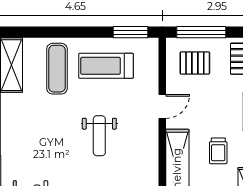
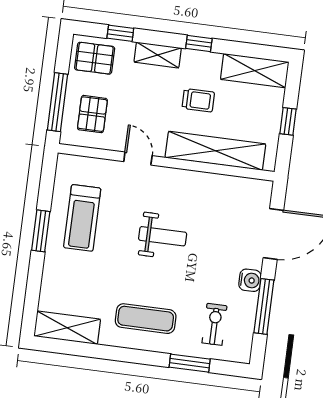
window: (131, 32) -> (41, 231), moved
exercise mat: (57, 69) -> (146, 319), moved

